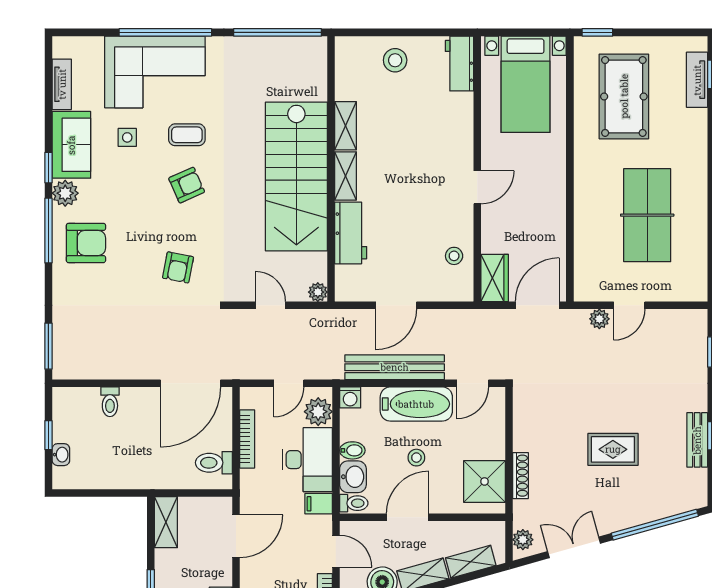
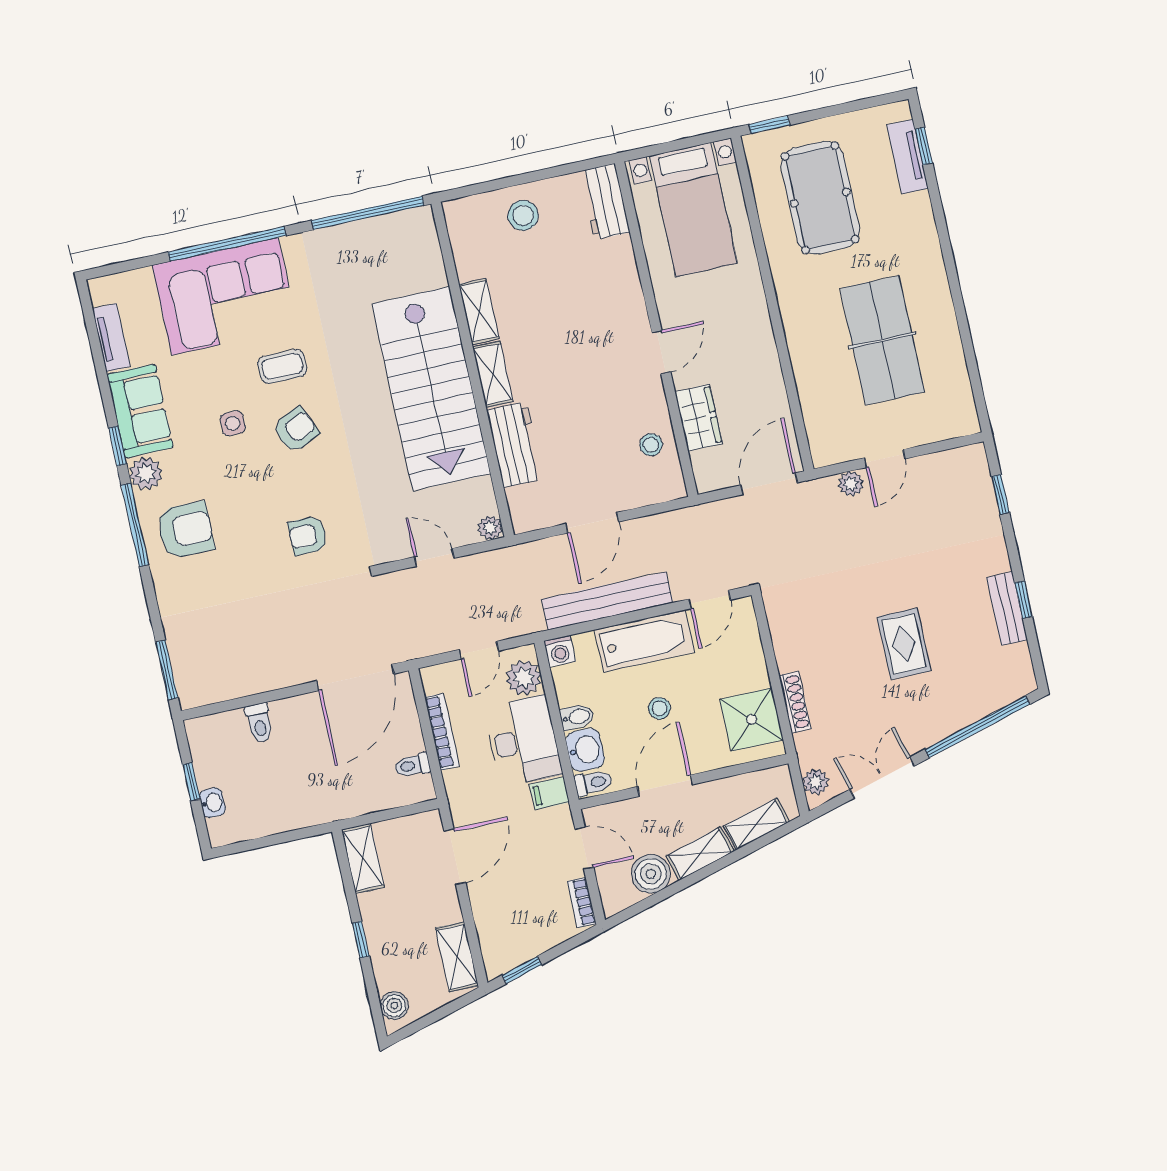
side table: (127, 137) -> (233, 423), moved
armchair: (178, 267) -> (308, 535), turned 79
wardrobe: (495, 278) -> (699, 418), moved
rug: (613, 449) -> (904, 644), turned 90
toilet: (214, 463) -> (412, 765), width x0.73, depth x0.72

